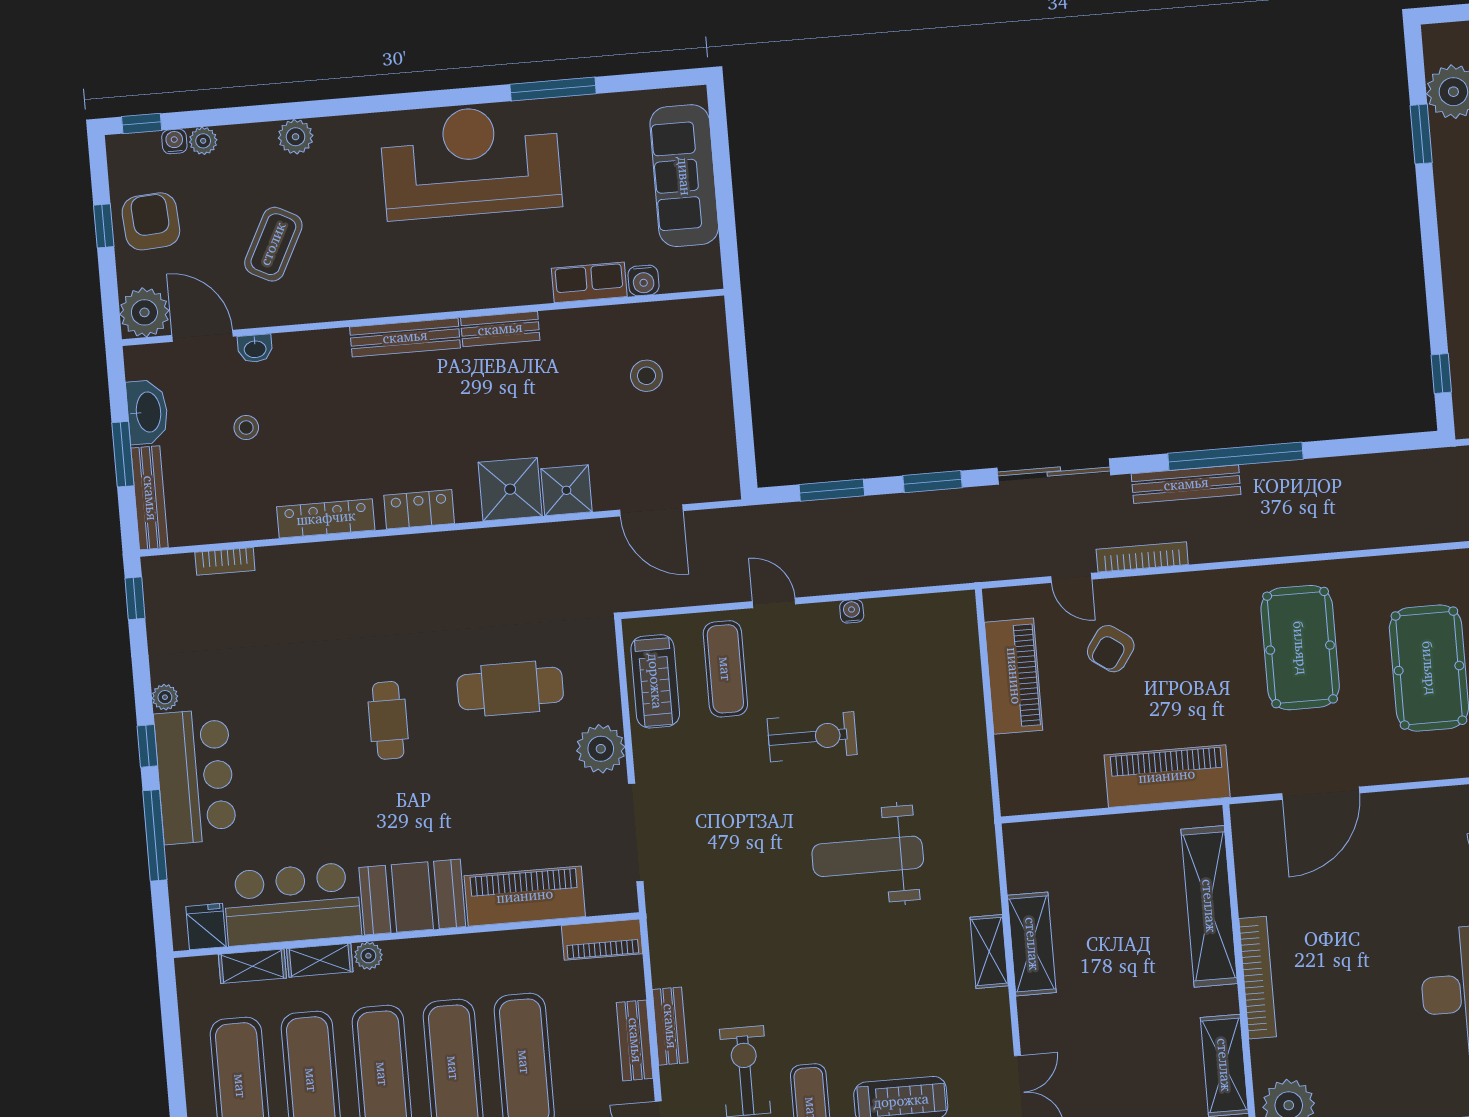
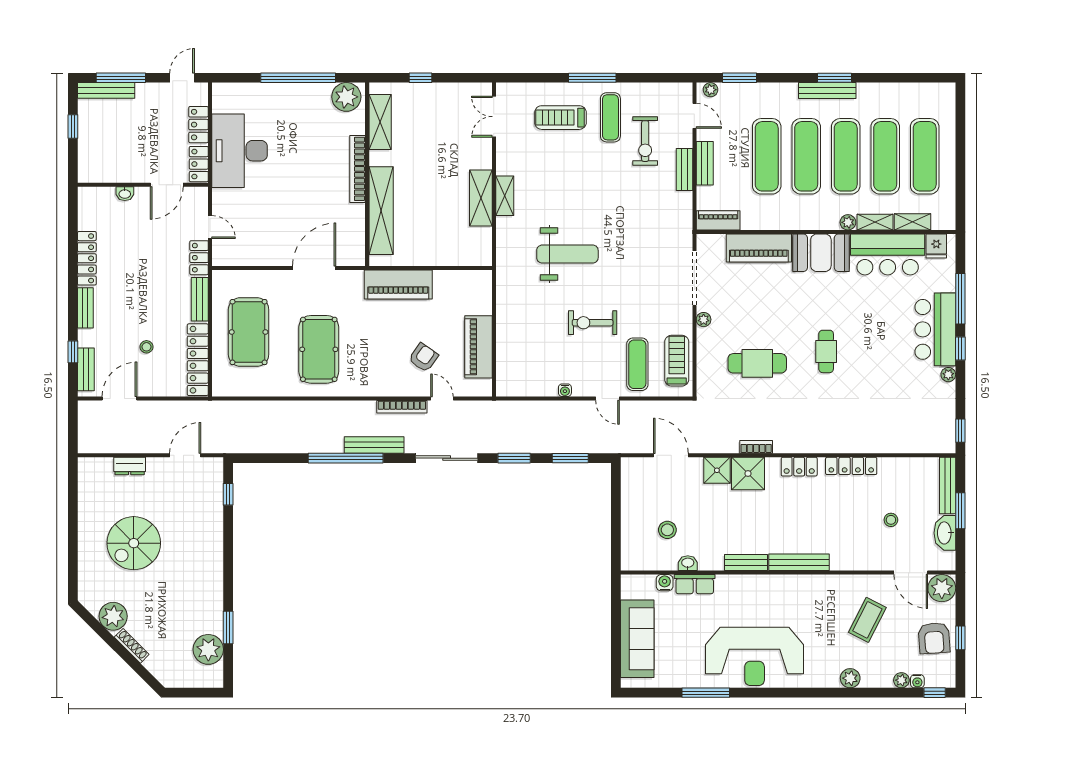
washbasin: (255, 348) -> (688, 563), moved
bookcase: (225, 561) -> (756, 447), moved
plant: (601, 749) -> (704, 320), width x0.53, depth x0.53

